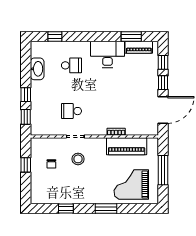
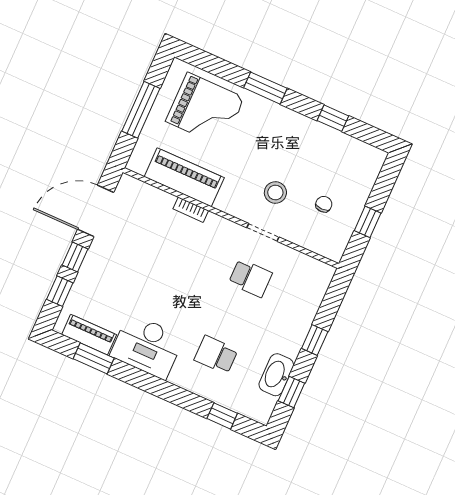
window: (26, 117) -> (291, 392), moved

